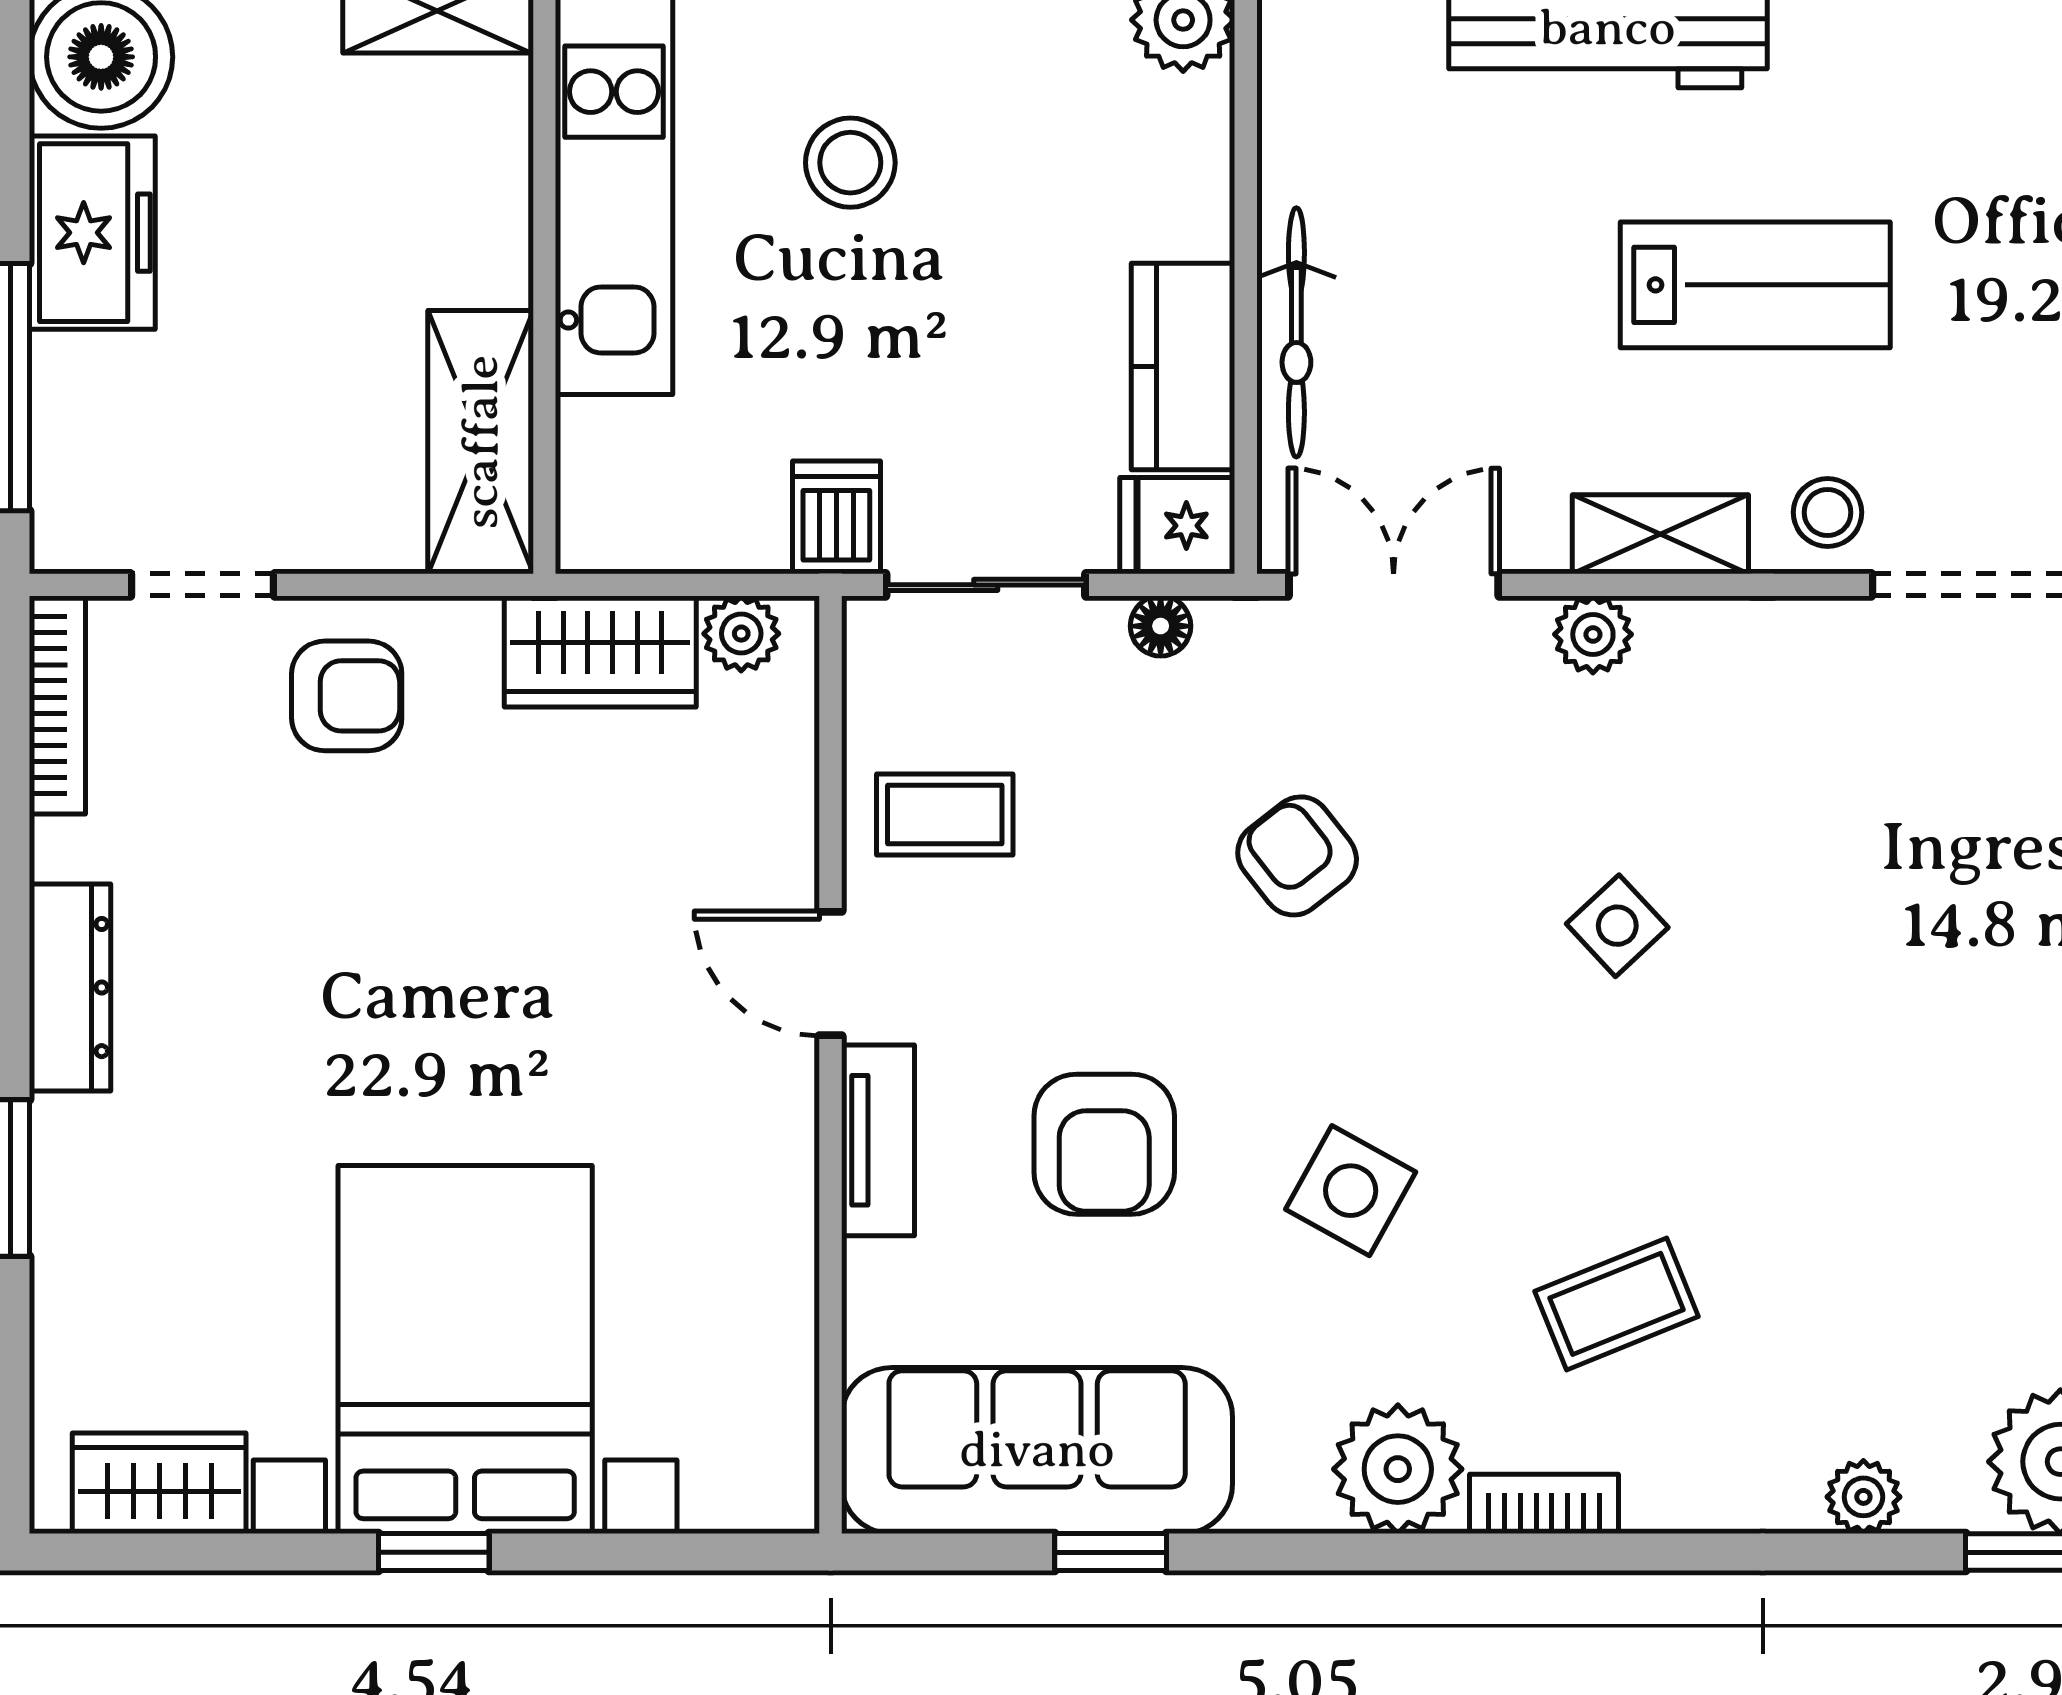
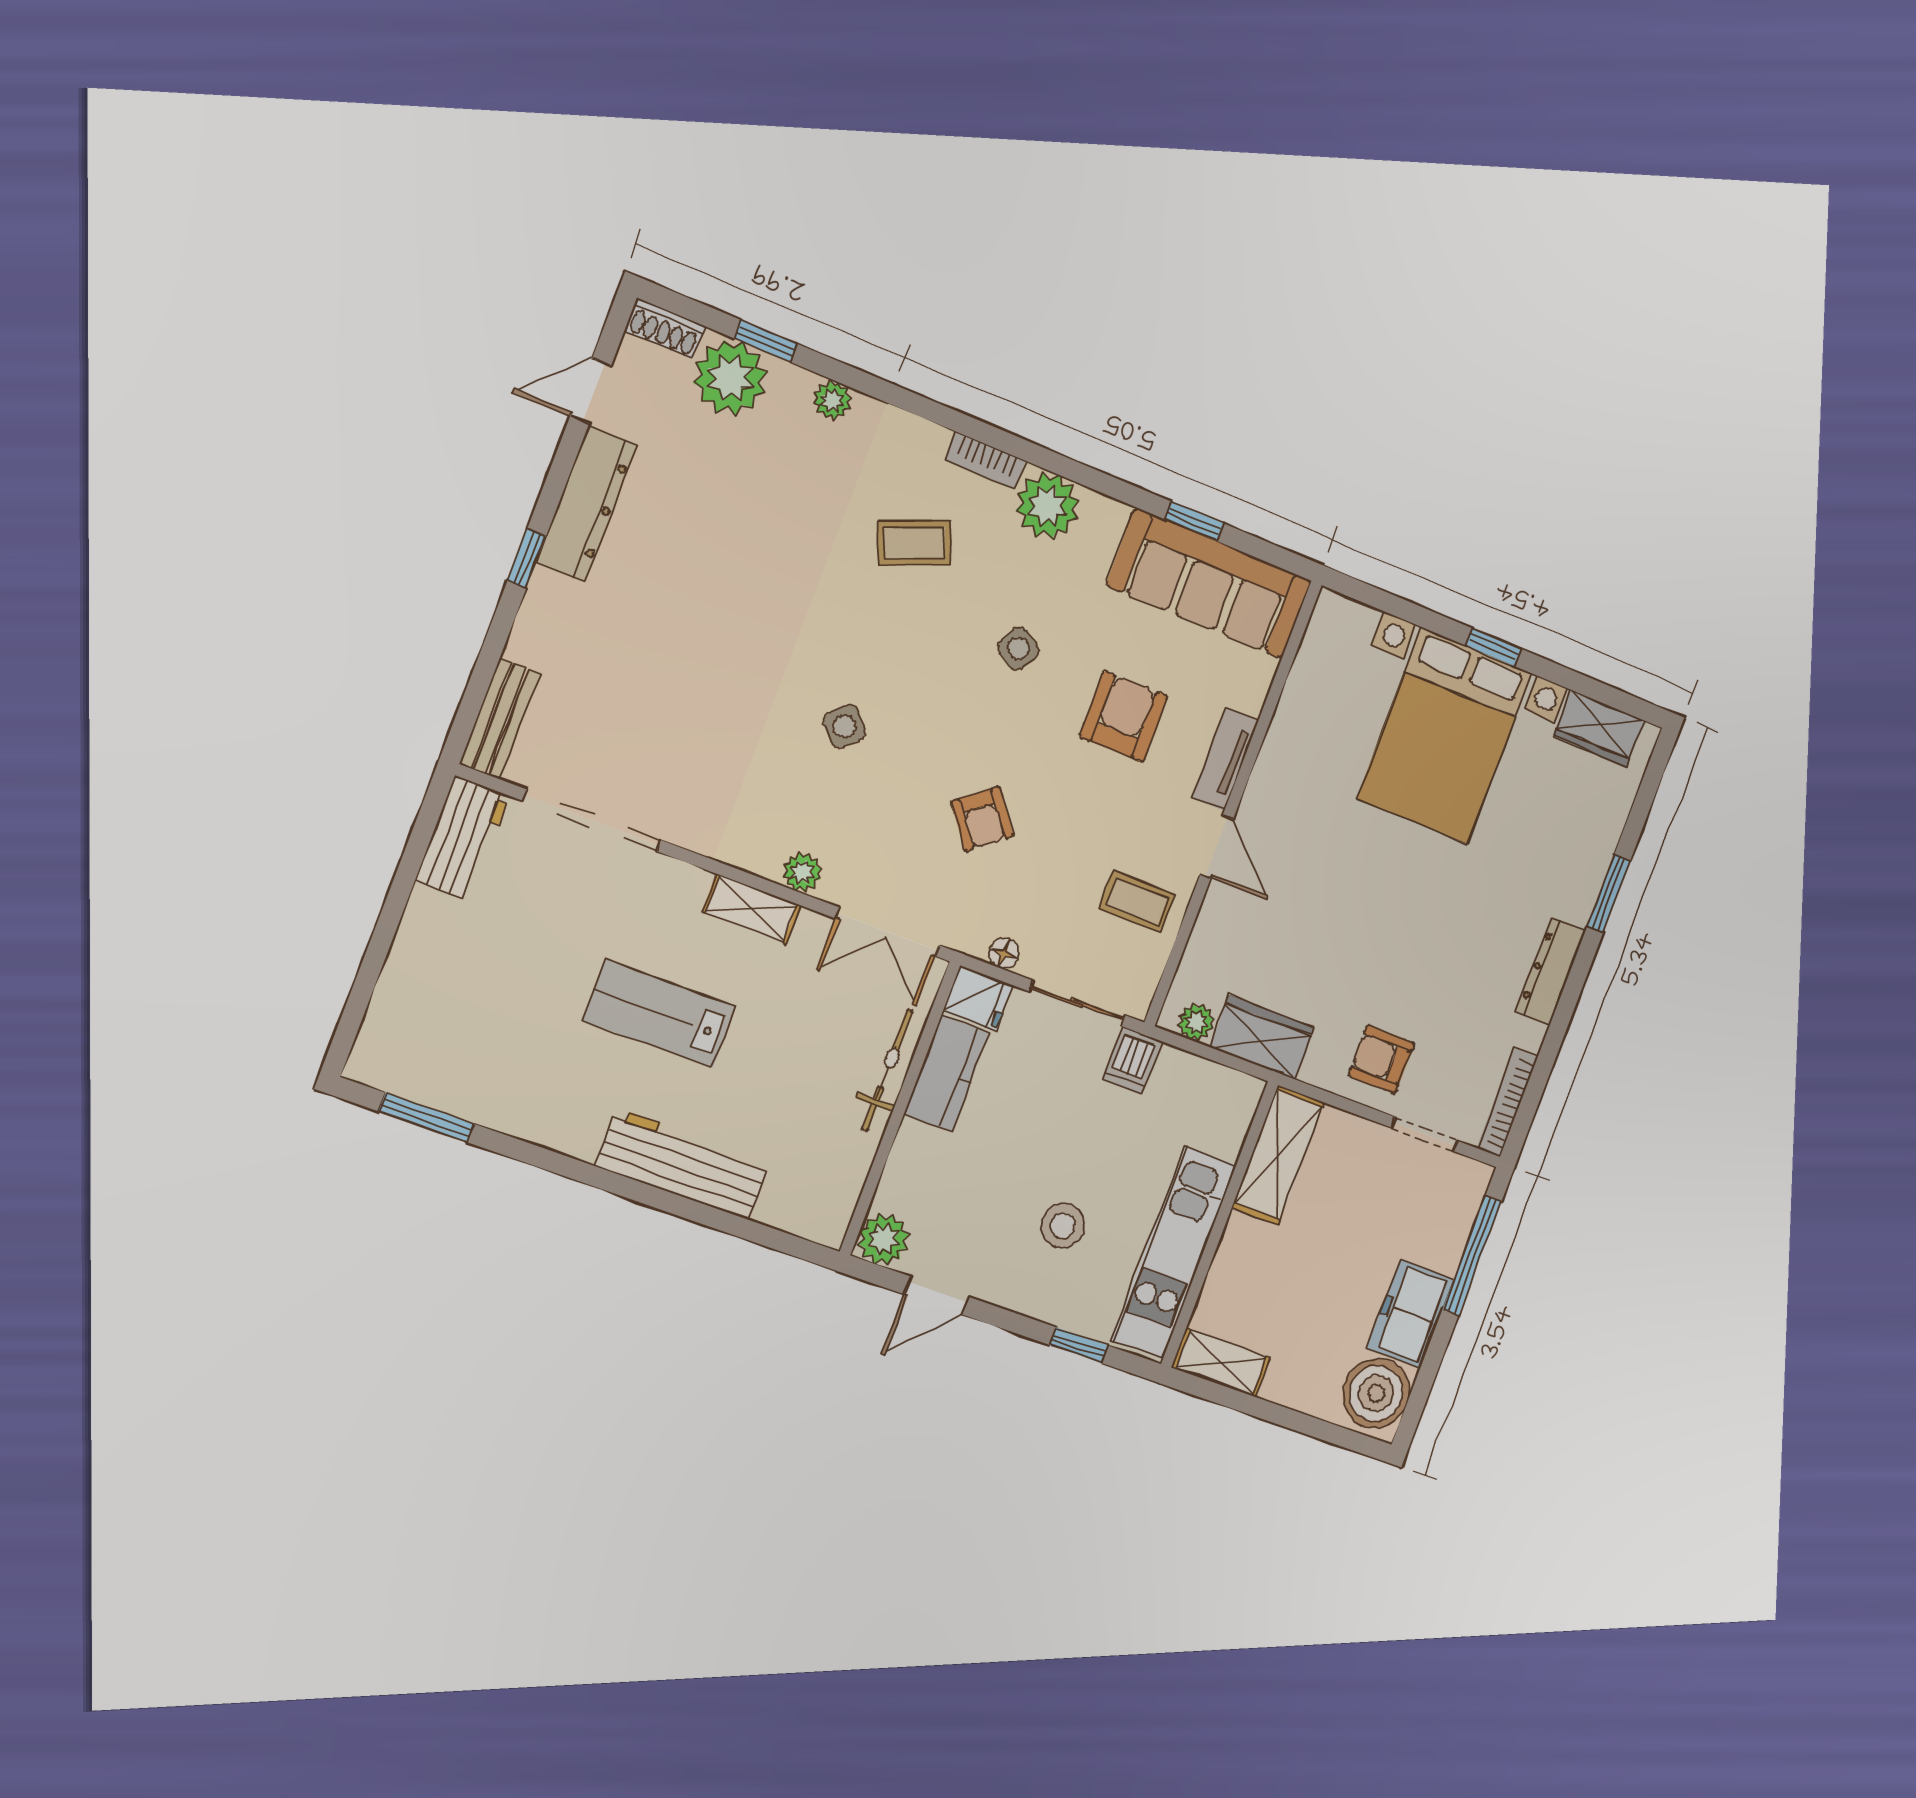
stool: (1828, 512) -> (666, 889), removed
side table: (1351, 1191) -> (1018, 648), width x0.73, depth x0.73

